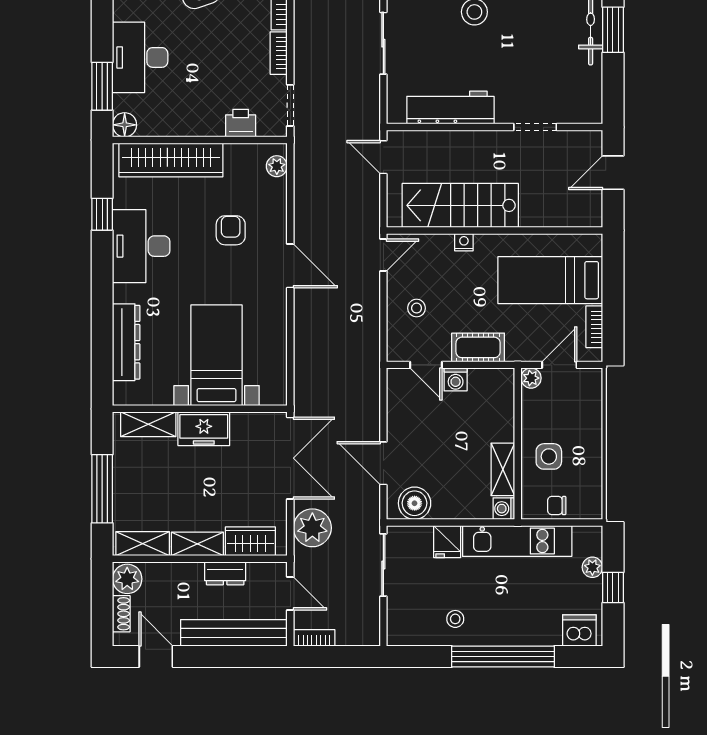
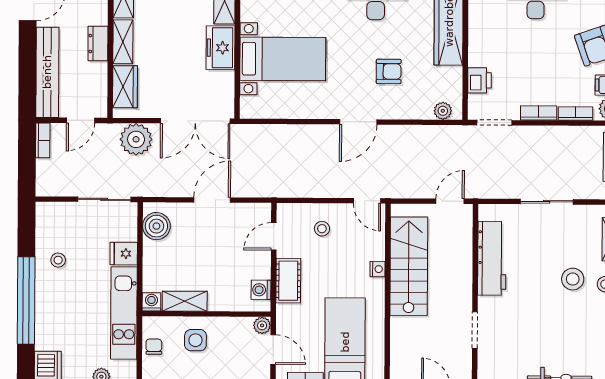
washing machine: (456, 379) -> (261, 290), moved
door: (383, 463) -> (212, 200), moved
dresser: (225, 573) -> (98, 43), moved

